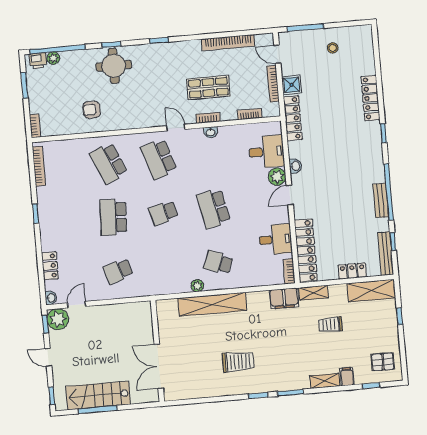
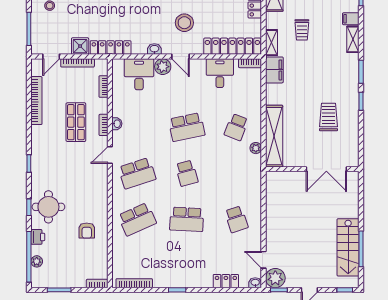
printer: (38, 61) -> (38, 237), moved
stool: (327, 196) -> (184, 23), added
wall: (157, 351) -> (312, 169), moved
double door: (159, 366) -> (326, 169), moved

